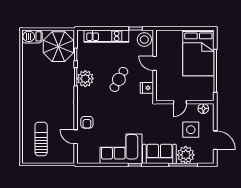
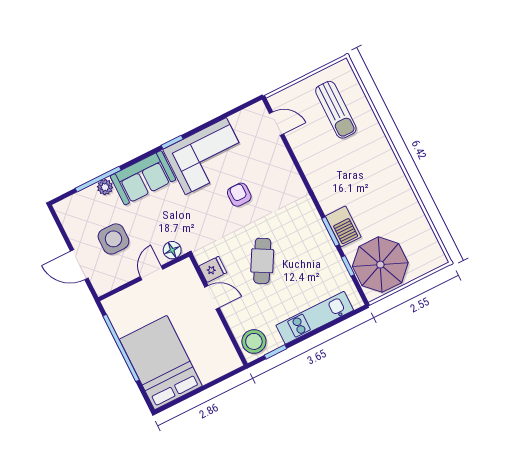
barbecue: (32, 36) -> (343, 226), moved, turned 90
door: (155, 63) -> (212, 297), moved
plant: (85, 79) -> (314, 236), removed
floor lamp: (203, 108) -> (172, 250), moved
armchair: (87, 122) -> (239, 195), moved
door: (76, 137) -> (276, 124), moved
door: (215, 140) -> (79, 265), moved
plant: (186, 155) -> (105, 187), width x0.53, depth x0.53

